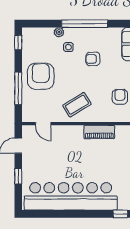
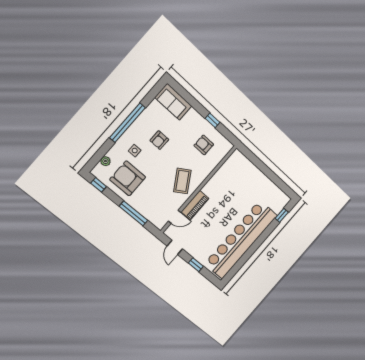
plant: (59, 32) -> (105, 161), moved
armchair: (41, 76) -> (128, 178), moved
piano: (99, 132) -> (195, 205), moved

